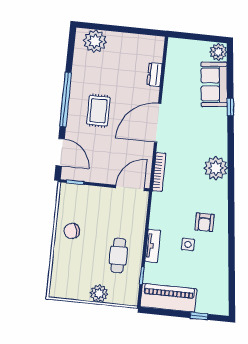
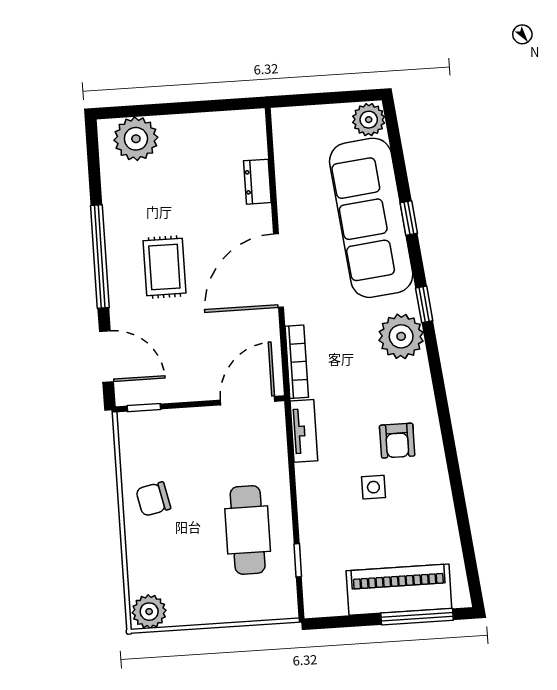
sofa: (214, 84) -> (371, 218), width x1.85, depth x1.27
window: (231, 153) -> (424, 304), added
tv unit: (153, 246) -> (304, 431), moved
cafe table: (118, 256) -> (248, 530), width x1.37, depth x1.35
plant: (99, 293) -> (149, 612), moved
piano: (169, 298) -> (399, 590), moved
window: (199, 316) -> (417, 617), width x2.17

